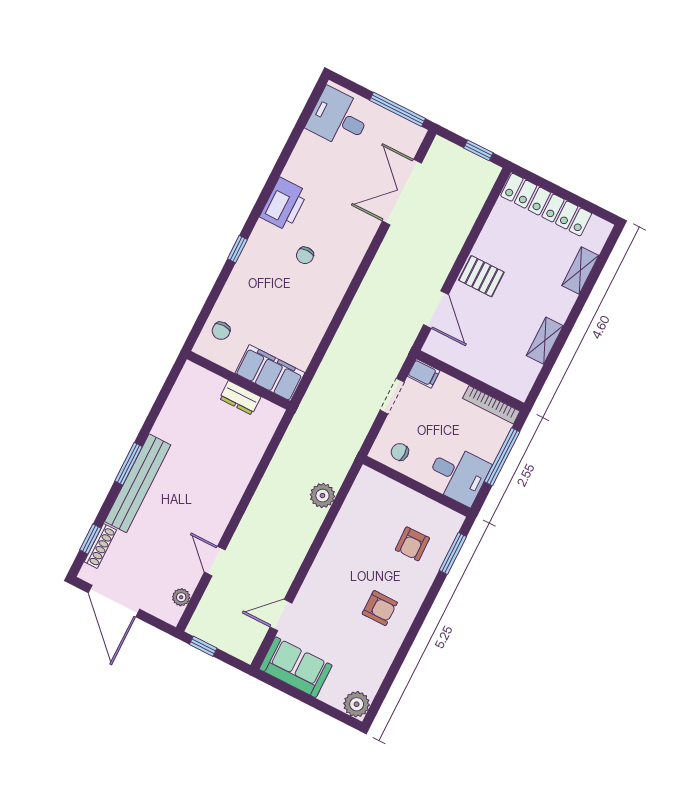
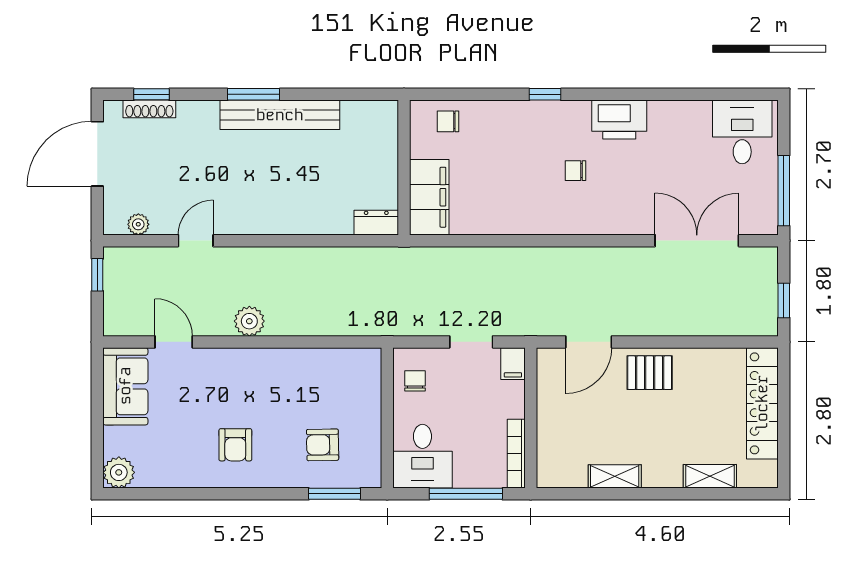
pallet: (481, 276) -> (650, 373), turned 90
dresser: (240, 398) -> (376, 223), moved, turned 90
bench: (138, 483) -> (280, 115), moved
plant: (322, 496) -> (249, 321), moved

